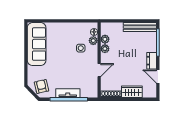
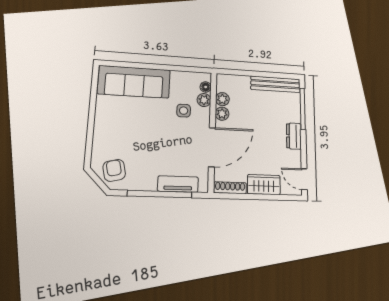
sofa: (37, 44) -> (134, 82), moved, turned 90
door: (99, 70) -> (212, 147), width x1.87
door: (158, 77) -> (304, 179), moved
tv unit: (68, 93) -> (178, 184), moved

